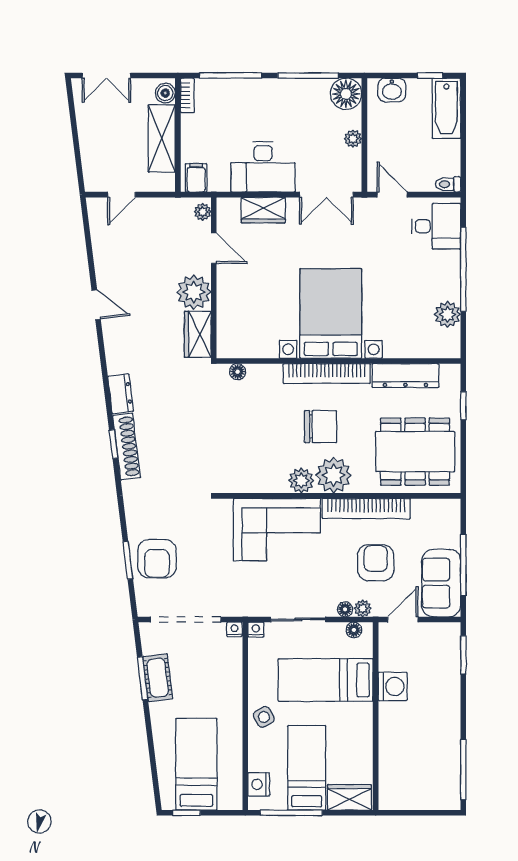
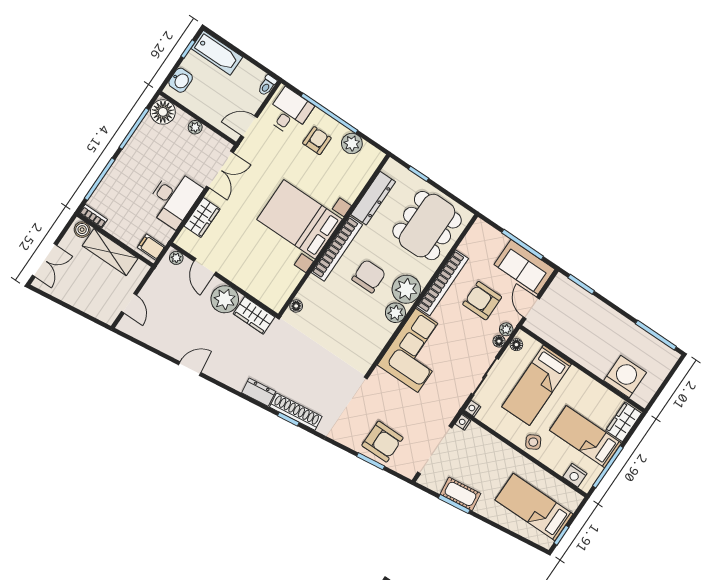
door: (214, 248) -> (205, 267), swing flipped
armchair: (426, 276) -> (317, 141), added
washing machine: (393, 686) -> (625, 377), moved, width x1.37, depth x1.37

